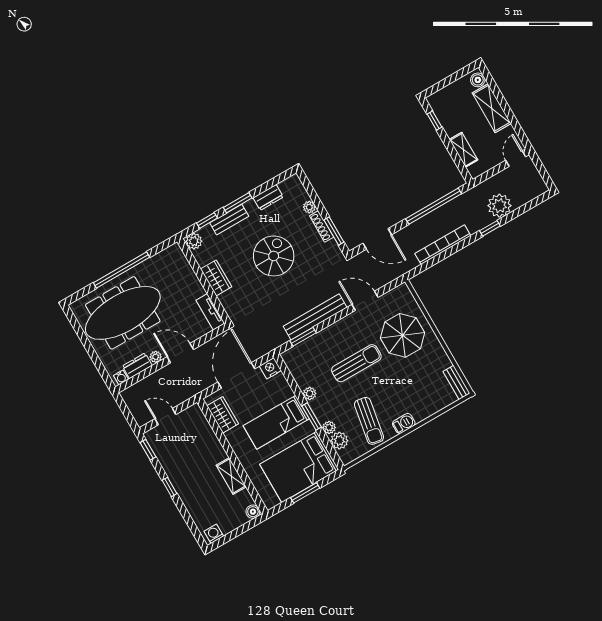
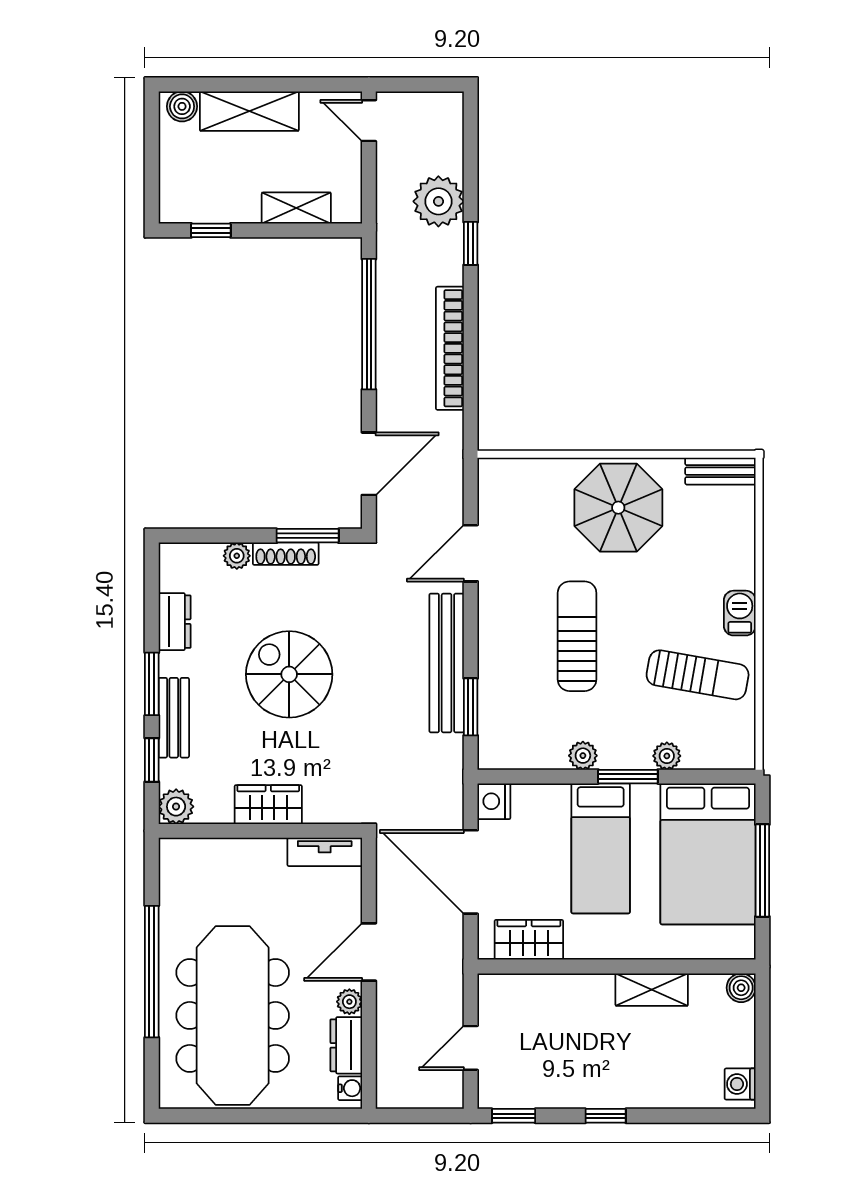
parasol: (403, 335) -> (618, 508), moved
plant: (339, 441) -> (702, 751), removed
window: (305, 493) -> (762, 870), width x1.44

